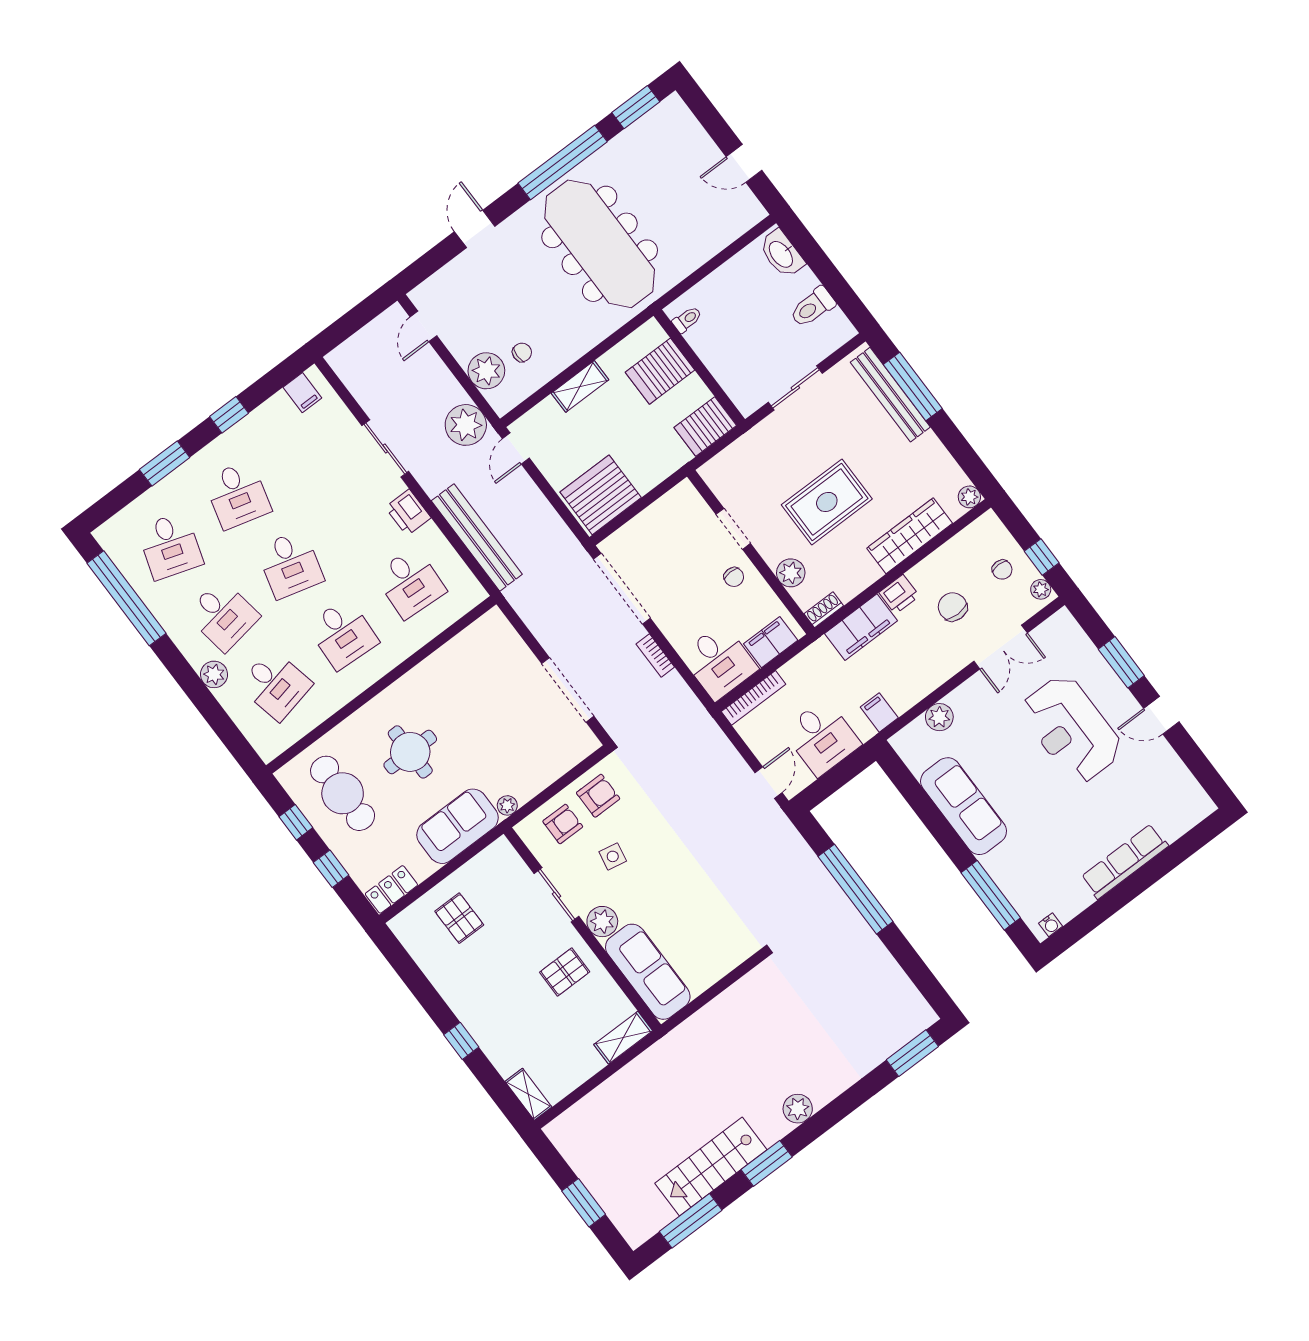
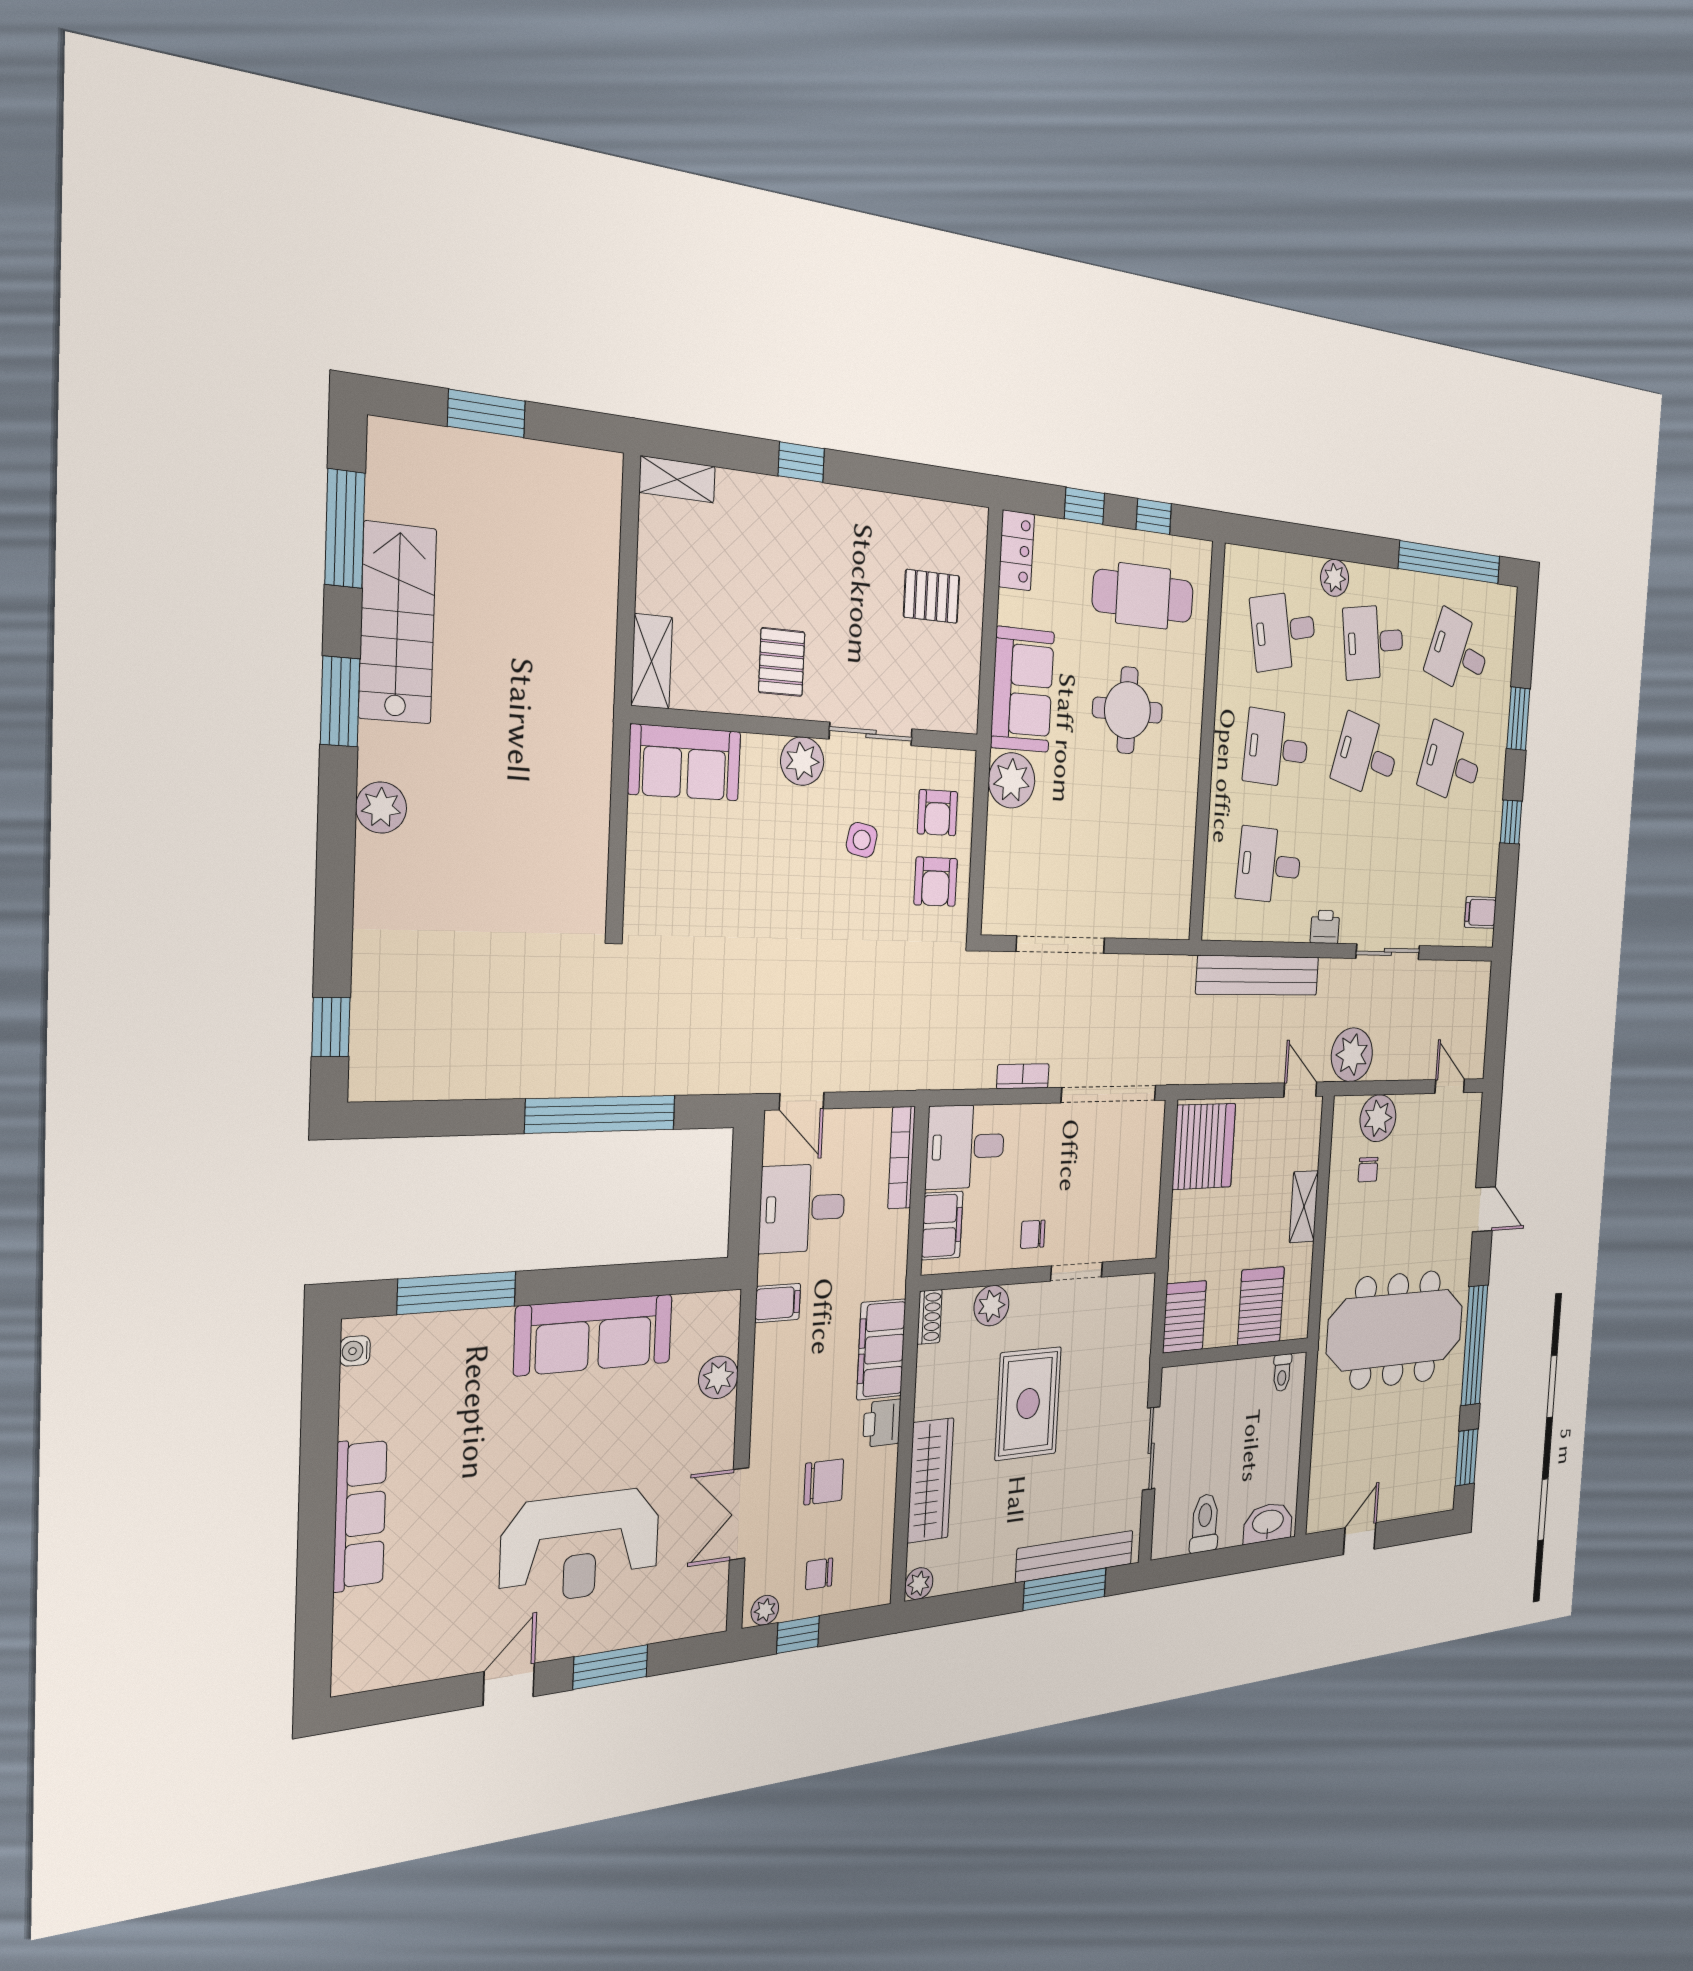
printer: (408, 512) -> (1325, 927), width x0.73, depth x0.81
reception desk: (1071, 729) -> (580, 1546), turned 180
plant: (507, 805) -> (1012, 780), width x1.88, depth x1.88
sofa: (648, 972) -> (685, 763), width x0.73
window: (912, 1053) -> (331, 1027), width x0.67

